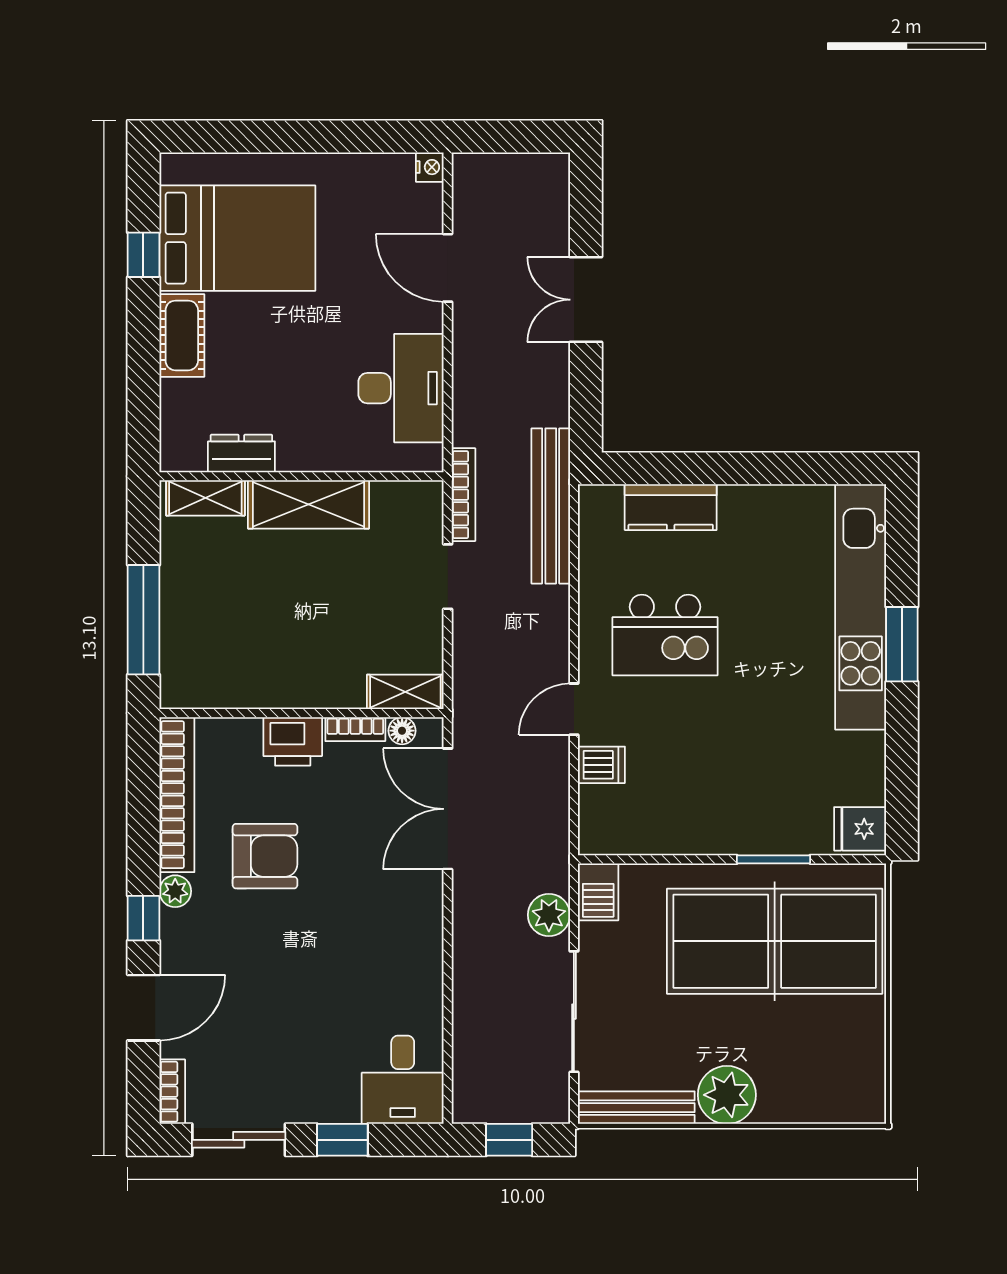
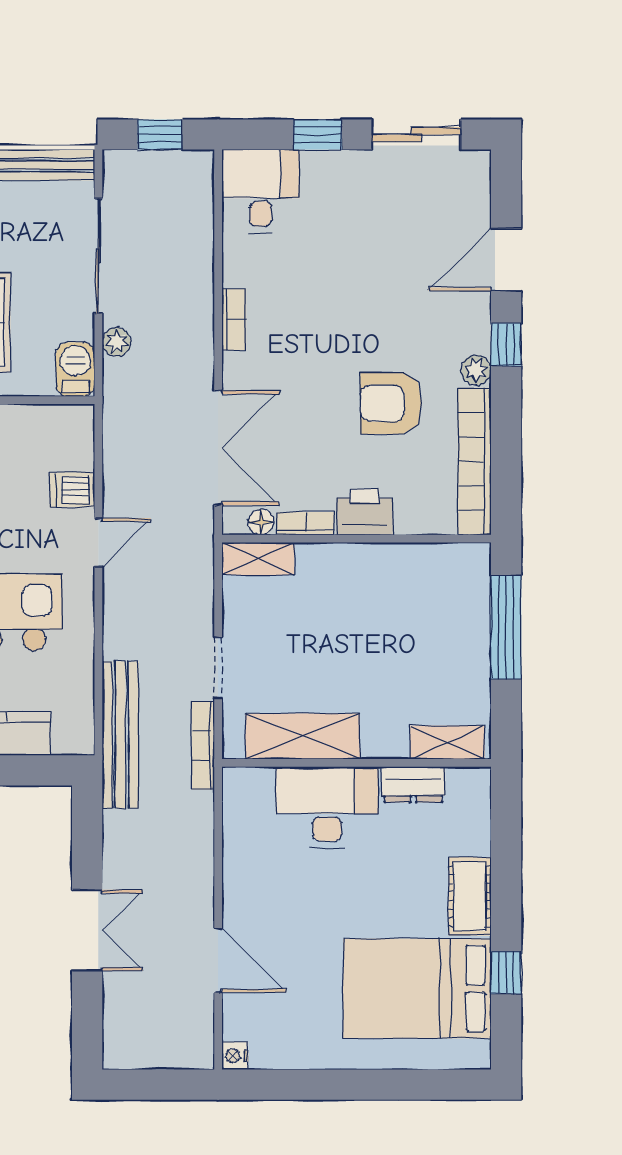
desk: (401, 388) -> (327, 807), moved, turned 90
shelving: (308, 504) -> (303, 736), moved
plant: (549, 915) -> (117, 342), width x0.73, depth x0.73
bookcase: (172, 1092) -> (234, 319), moved, turned 180

